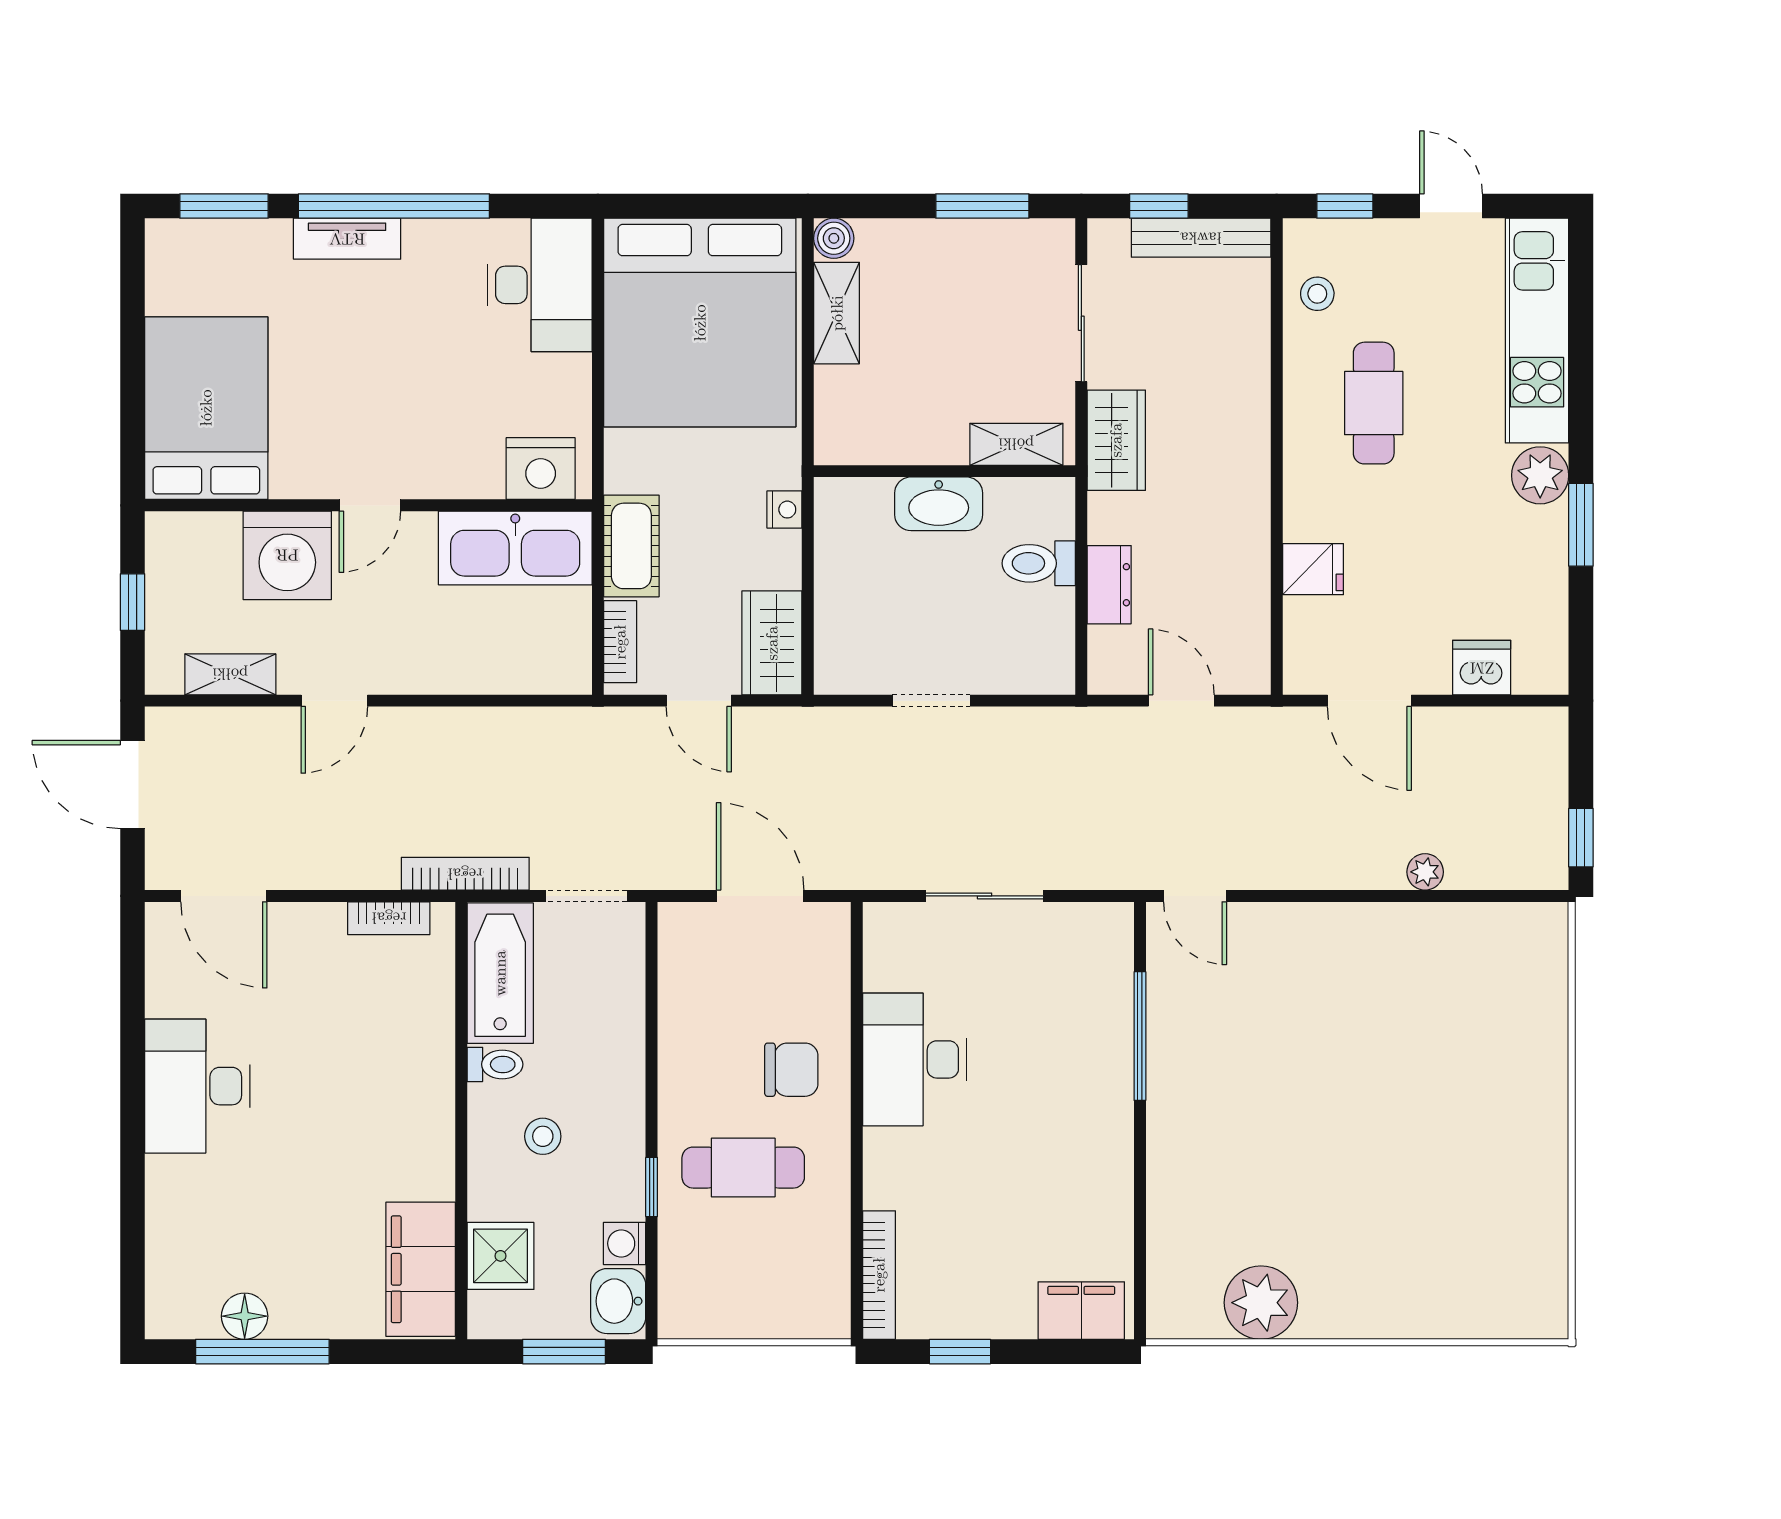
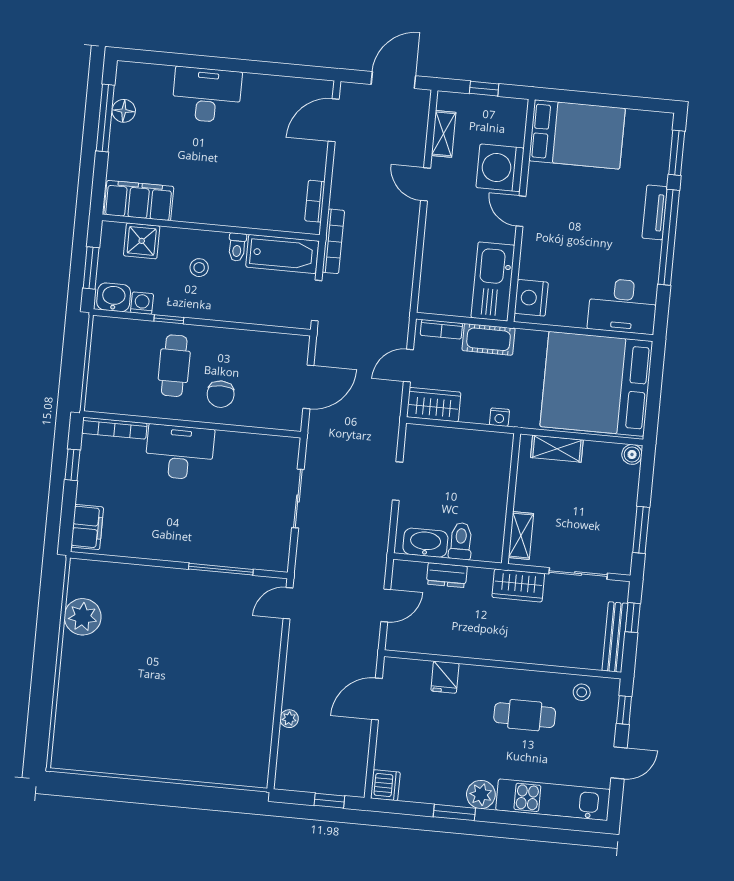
shelving: (837, 313) -> (557, 449), moved
washbasin: (939, 504) -> (425, 543), moved, turned 90
dishwasher: (1482, 668) -> (385, 785), moved
window: (1581, 838) -> (329, 801), moved
desk: (915, 1059) -> (180, 452), moved
desk: (197, 1086) -> (207, 95), moved

